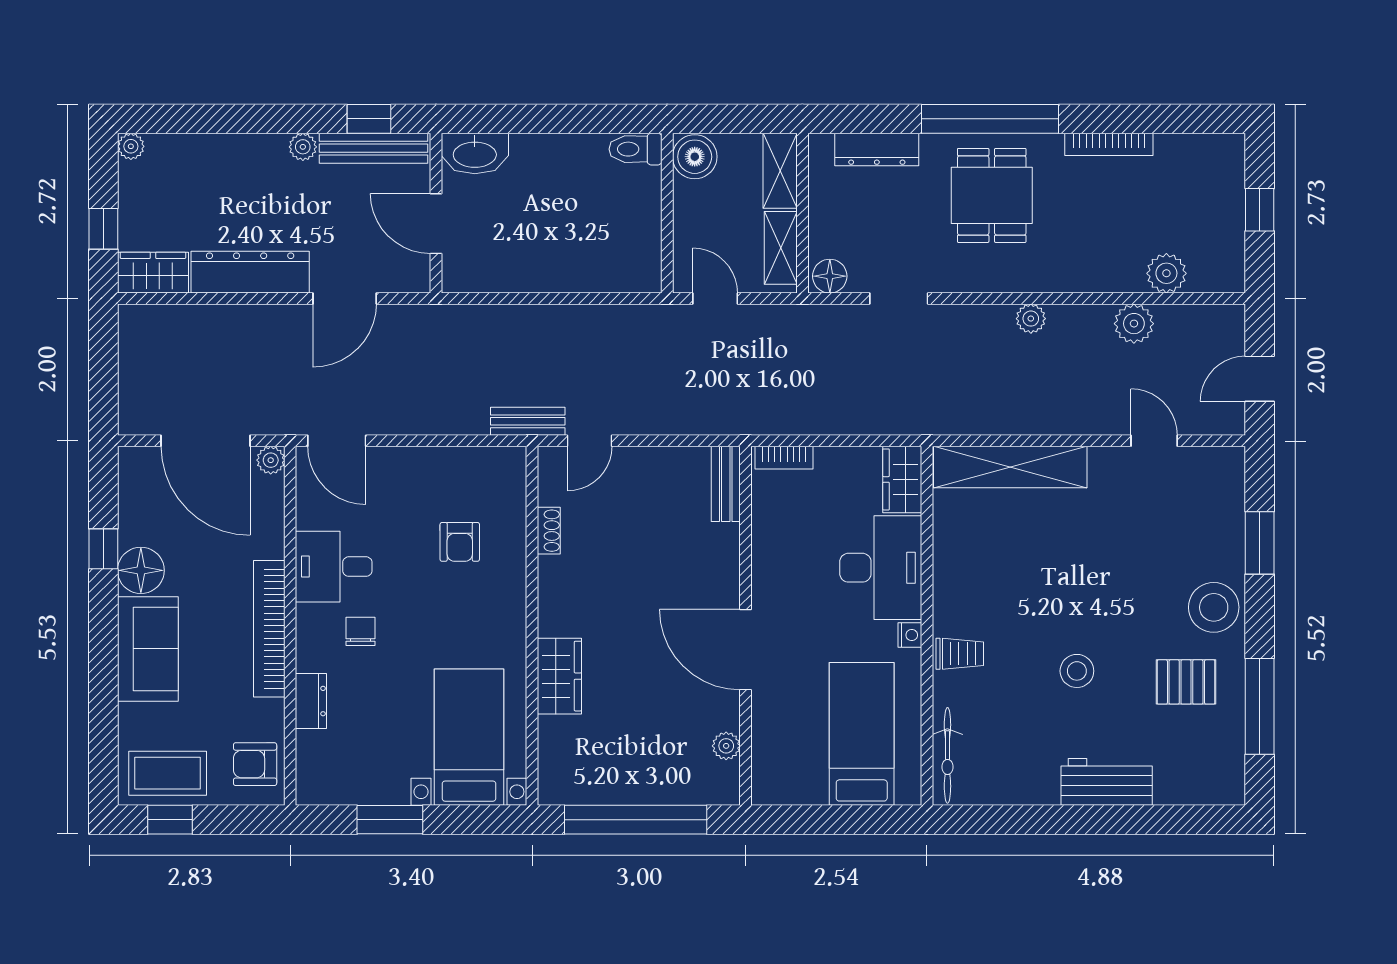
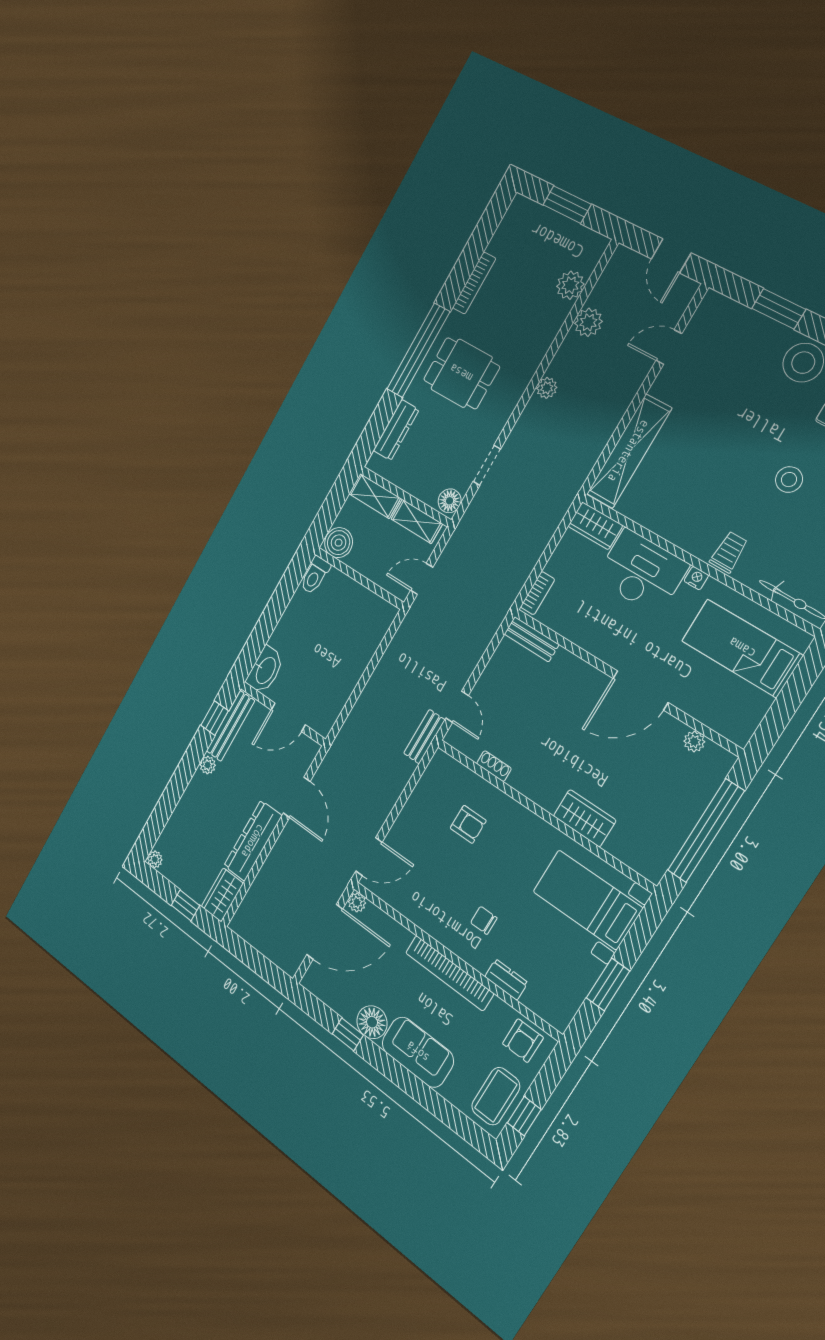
window: (1260, 210) -> (567, 205), width x1.50
desk: (334, 567) -> (437, 909), removed

